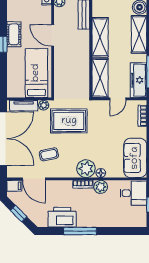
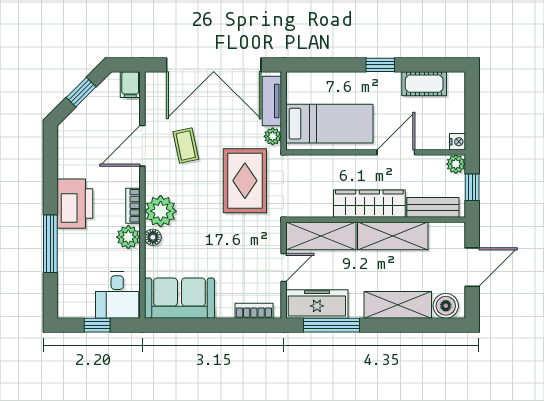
cot: (14, 34) -> (424, 84), moved
wardrobe: (82, 50) -> (369, 204), added
door: (118, 99) -> (284, 267), swing flipped
door: (34, 179) -> (142, 146), moved
printer: (62, 217) -> (75, 204), moved
window: (80, 231) -> (50, 244), moved

